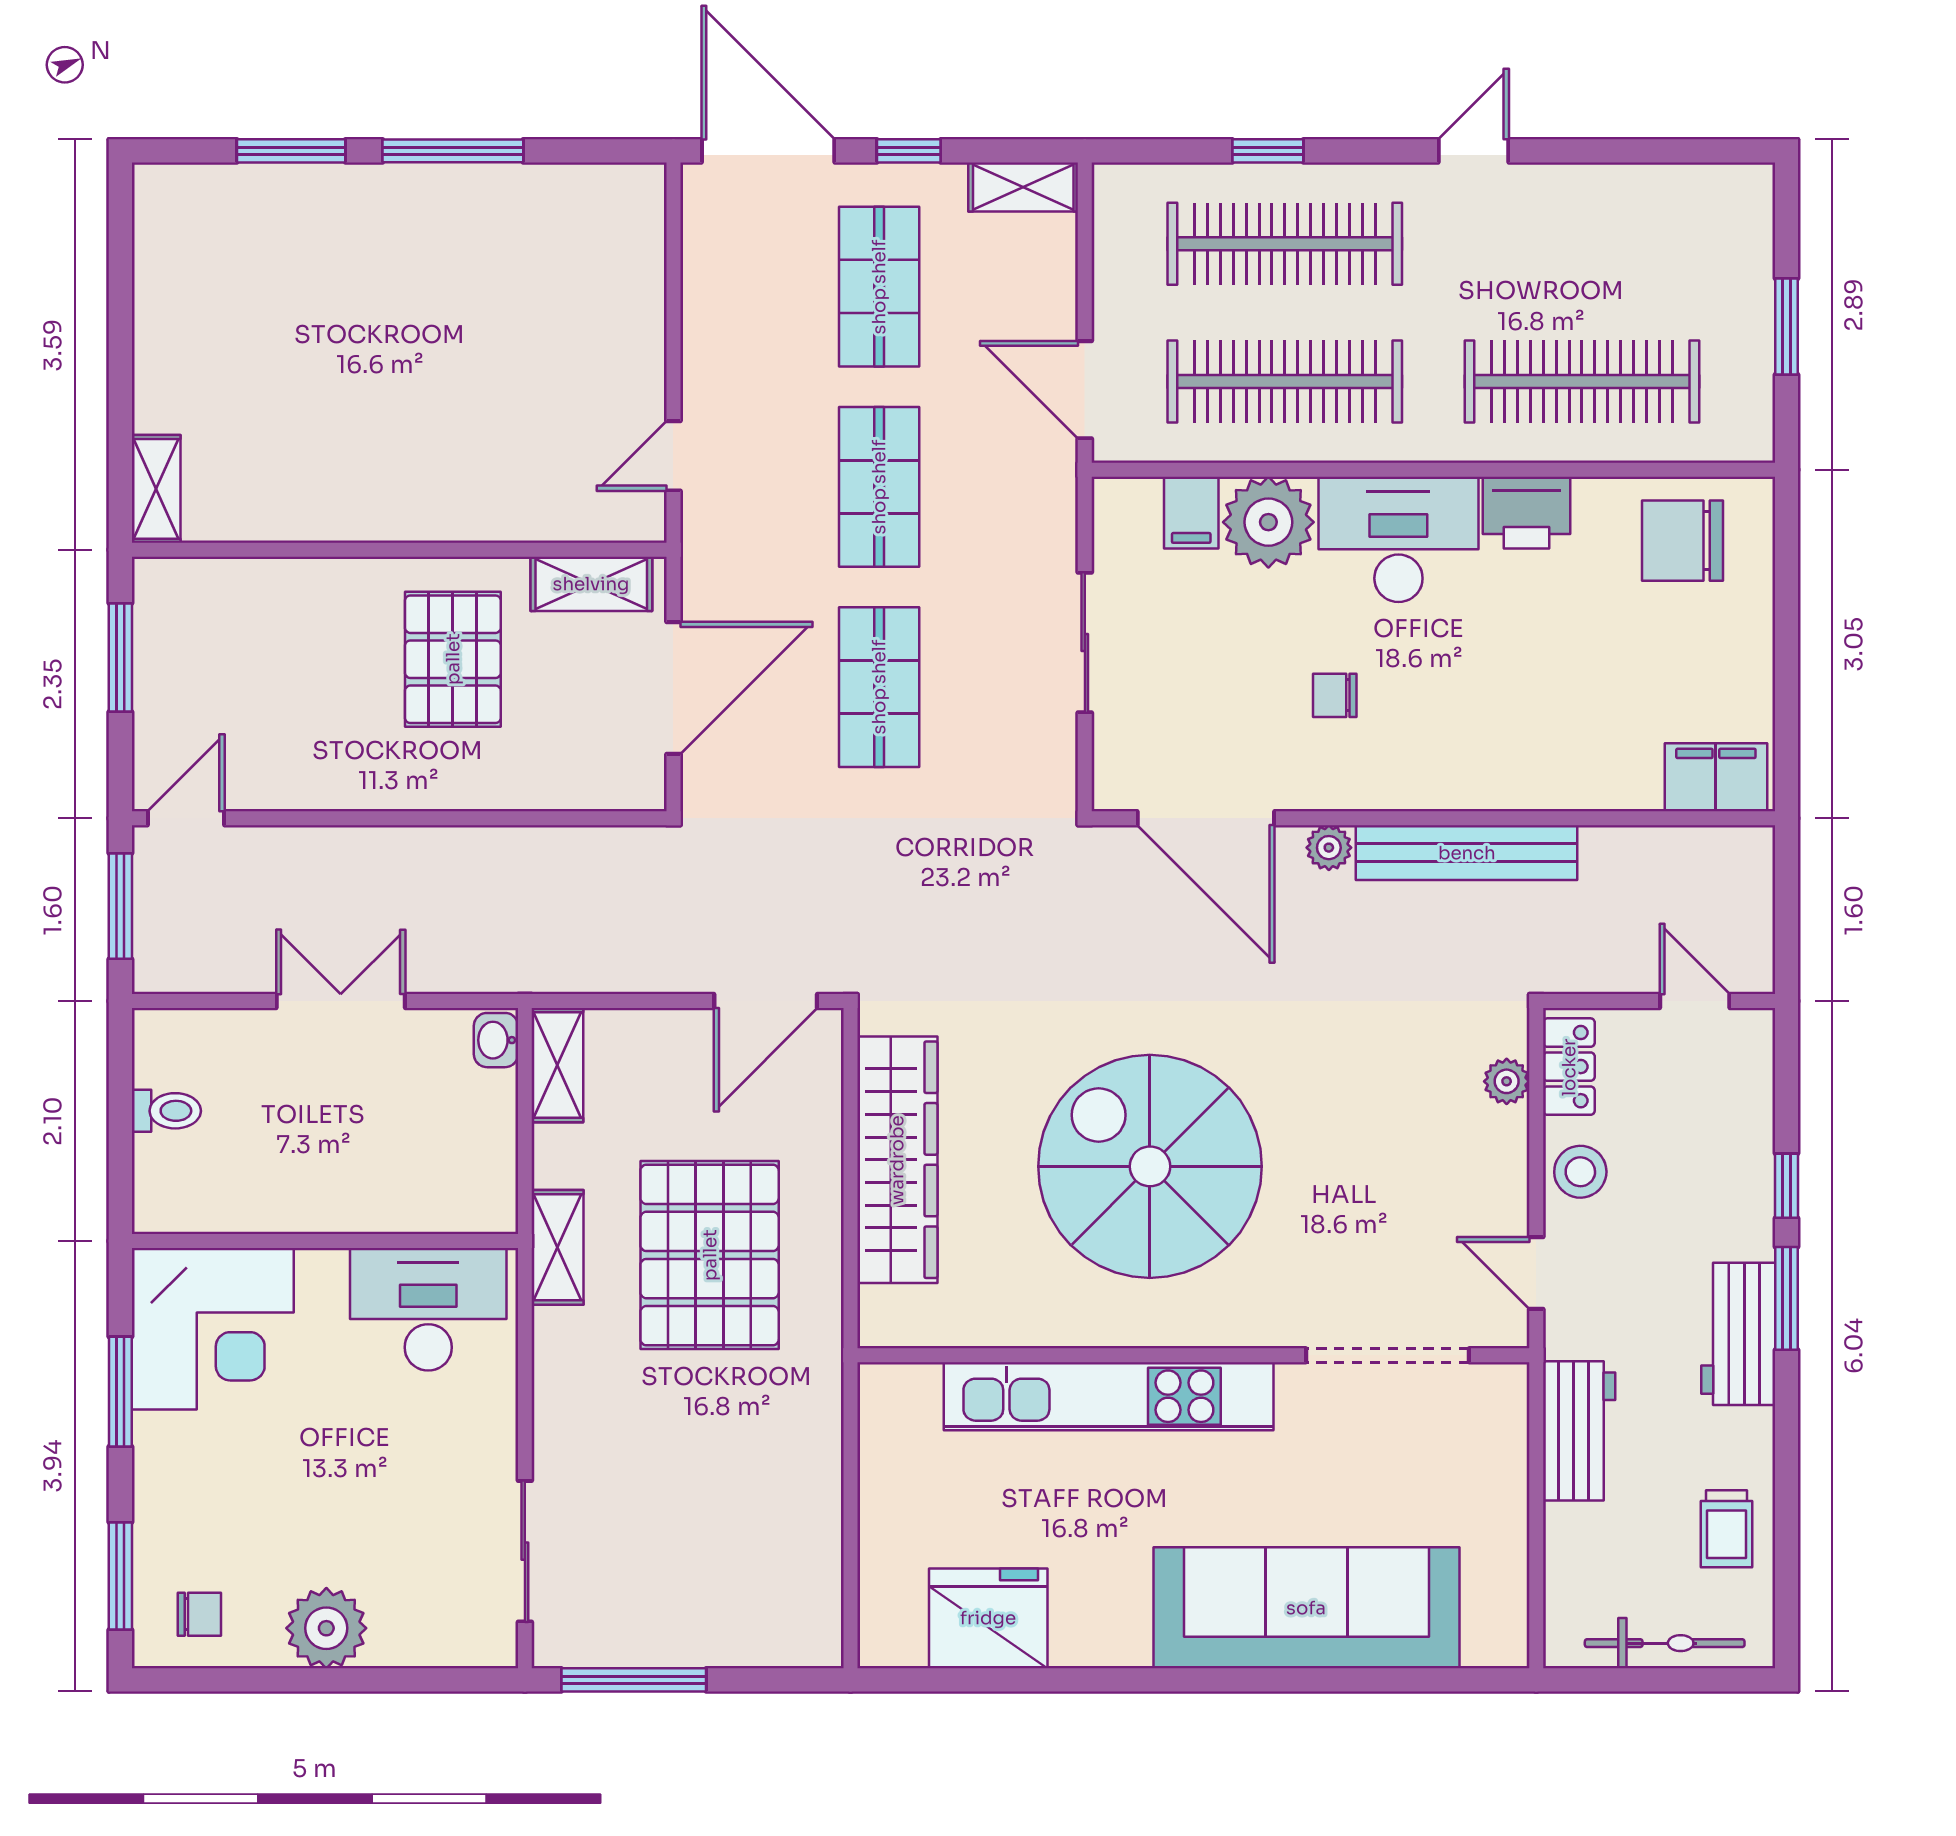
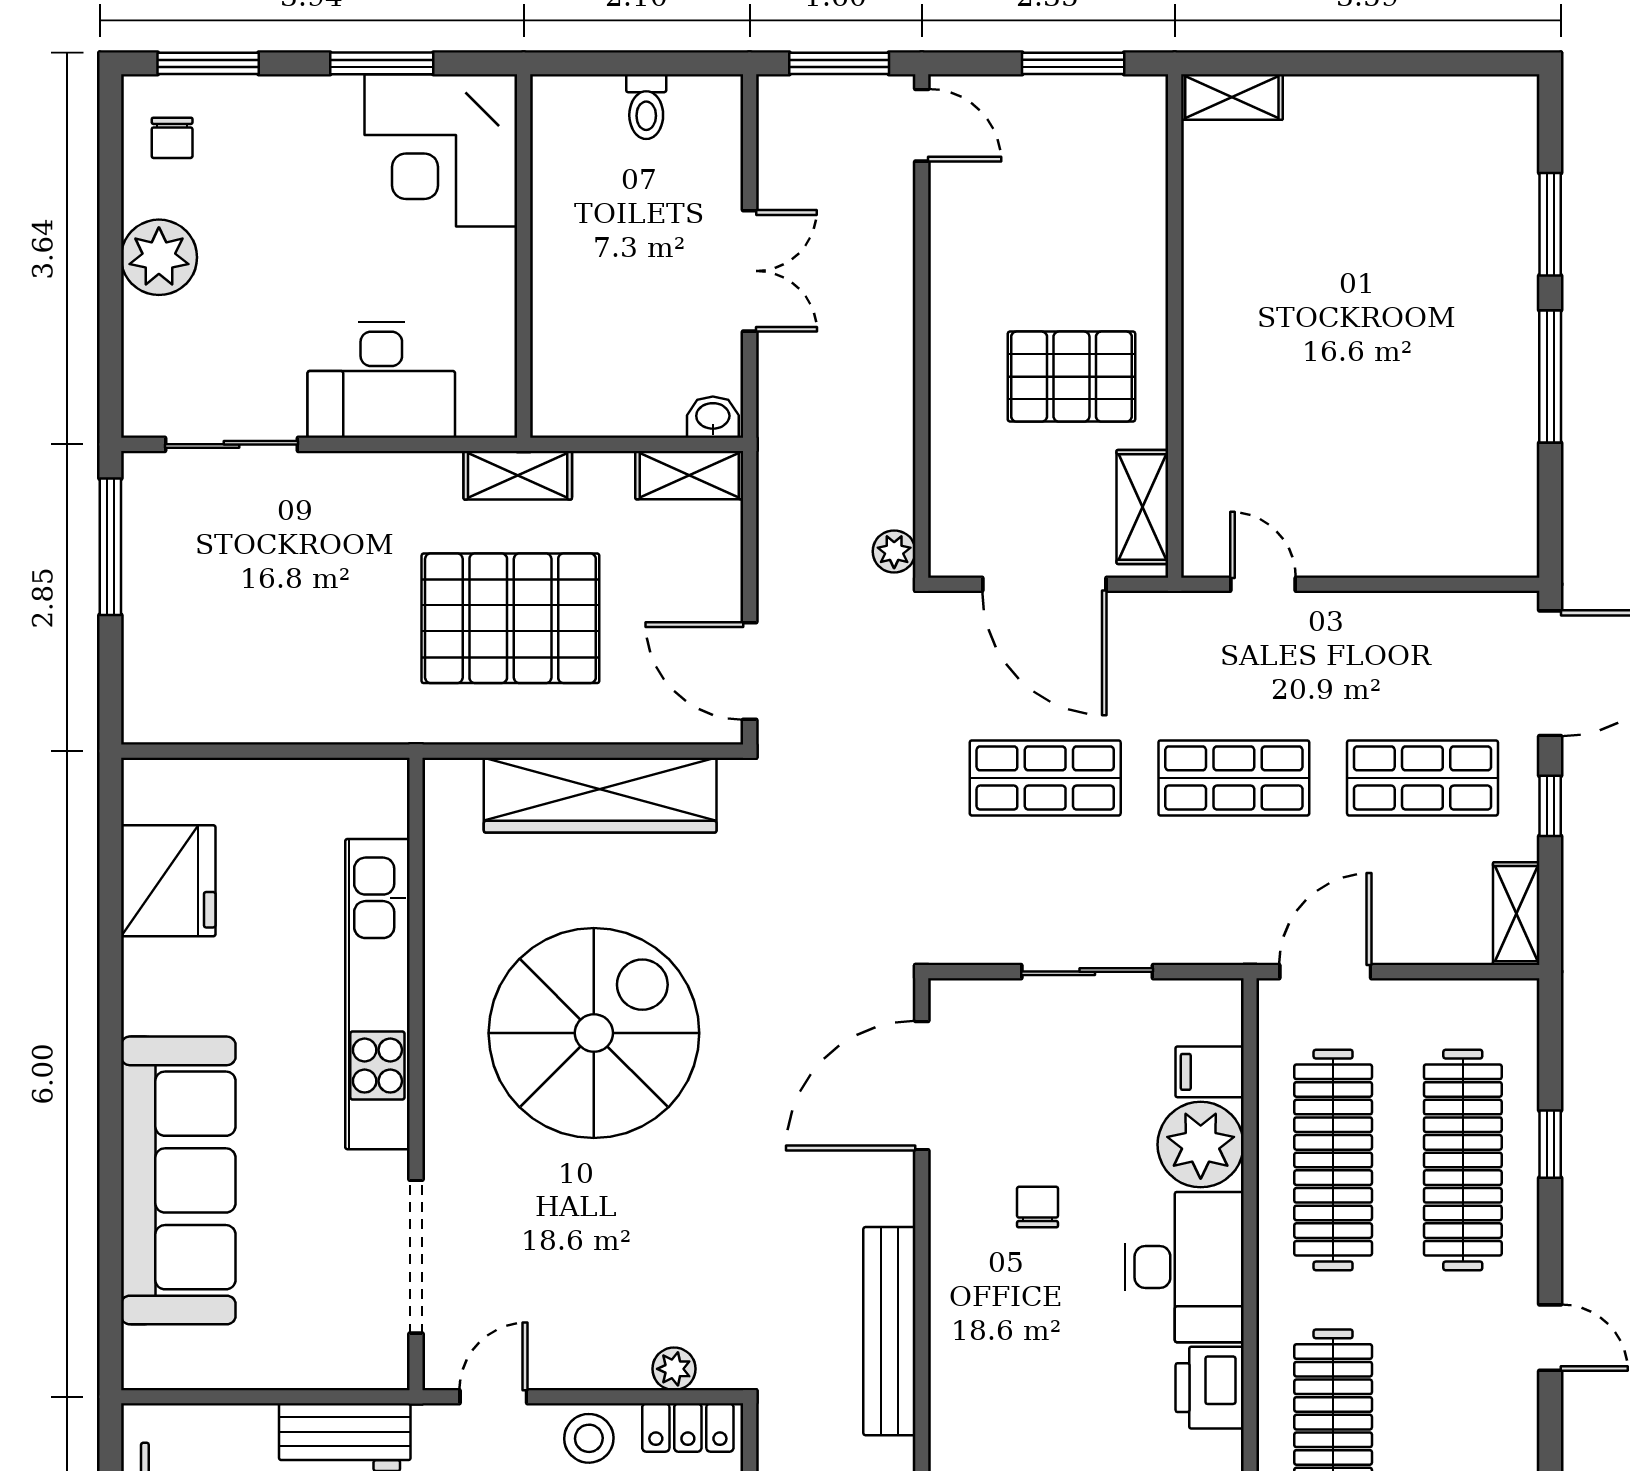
plant: (1329, 848) -> (894, 551), moved
desk: (428, 1309) -> (381, 380), moved, turned 90

